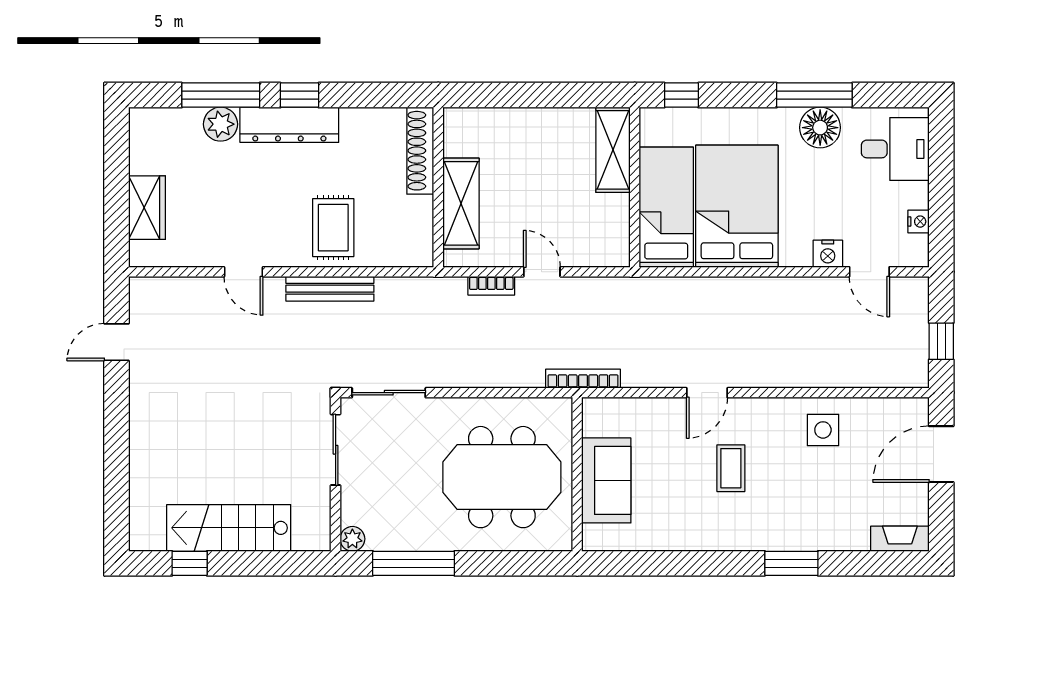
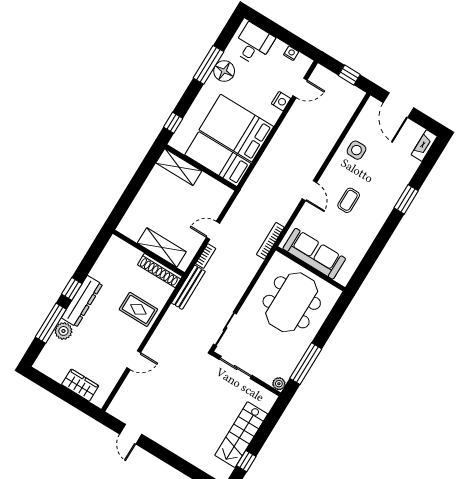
shoe rack: (420, 151) -> (160, 271), moved
bench: (330, 289) -> (188, 287), moved
coffee table: (731, 468) -> (349, 200), turned 90
sofa: (606, 480) -> (314, 254), width x1.36

